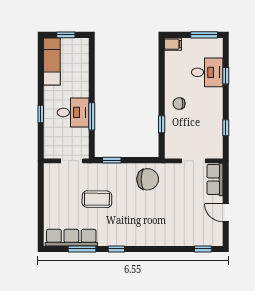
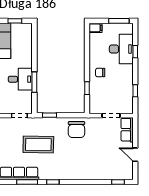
desk: (207, 72) -> (121, 49), width x1.37
chair: (148, 179) -> (76, 129), turned 90
coffee table: (97, 199) -> (38, 144), width x1.36, depth x1.32

